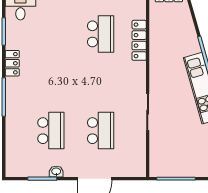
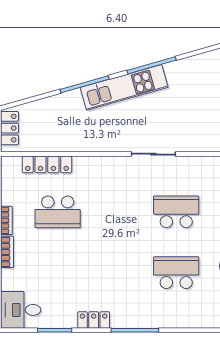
school desk: (101, 34) -> (58, 212), turned 180
locker: (139, 40) -> (47, 164), moved

